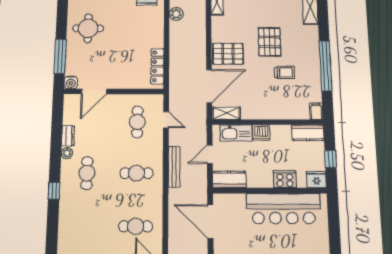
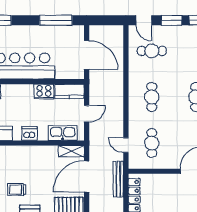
dishwasher: (261, 133) -> (29, 133), moved
bench: (174, 167) -> (118, 179), moved
cafe table: (136, 173) -> (152, 97), turned 90
cooker: (285, 179) -> (44, 92), moved

